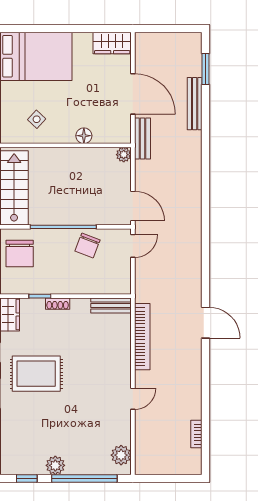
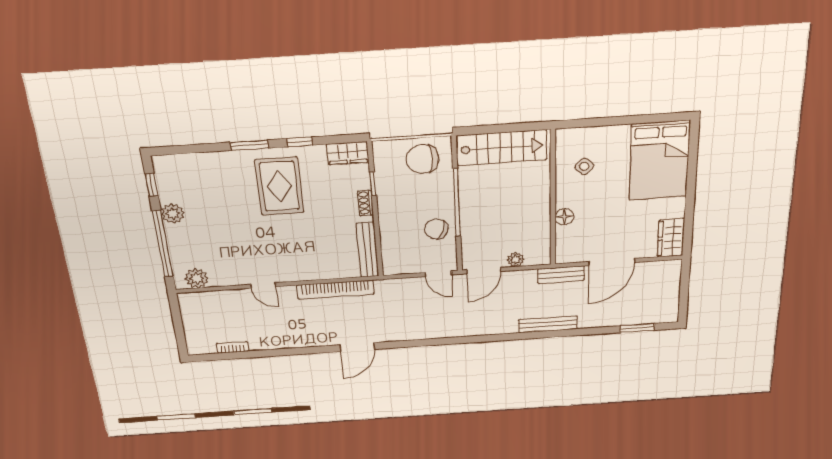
bench: (195, 104) -> (548, 324), moved
plant: (124, 155) -> (516, 260), moved
bench: (111, 305) -> (368, 250), width x1.36

